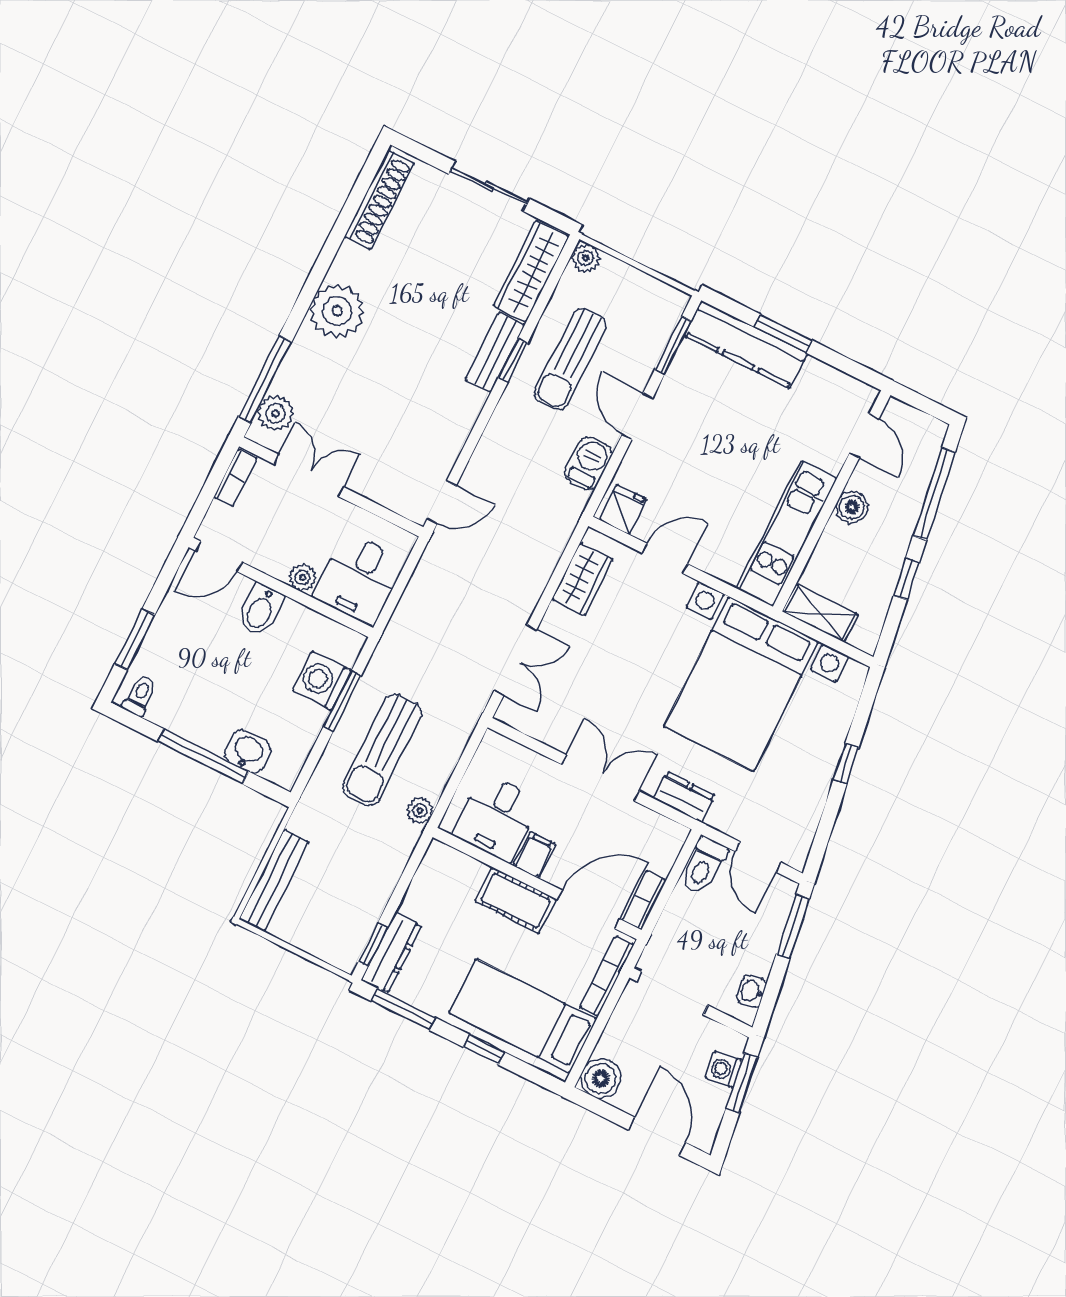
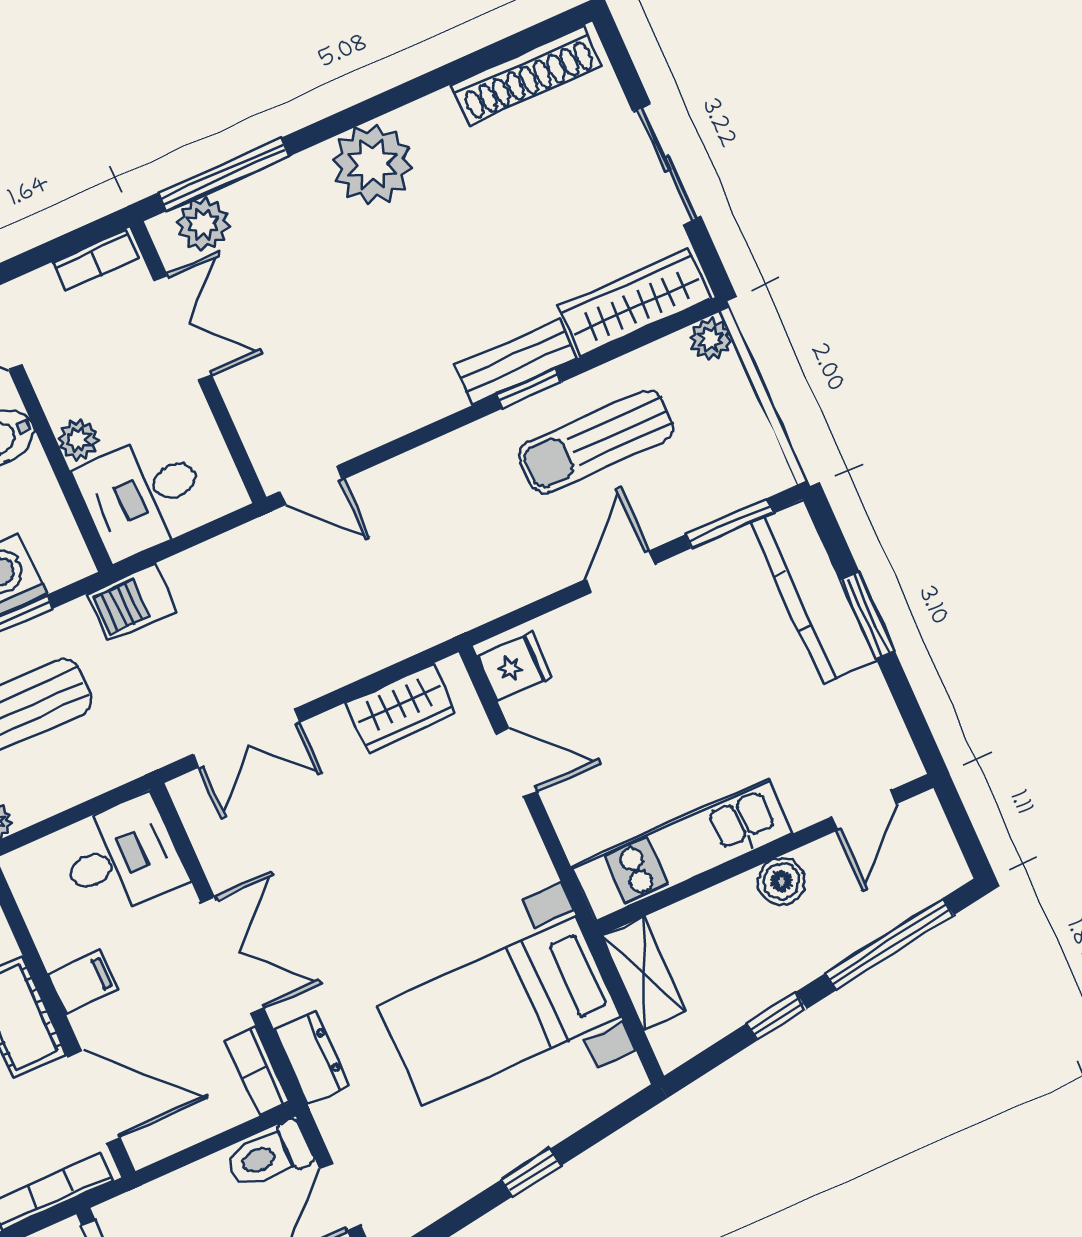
barbecue: (588, 463) -> (132, 603), moved, turned 180
bed with nightstands: (741, 684) -> (499, 1011), width x0.73
desk: (497, 817) -> (121, 857), moved, turned 180
bookcase: (644, 900) -> (257, 1071), moved, turned -90

